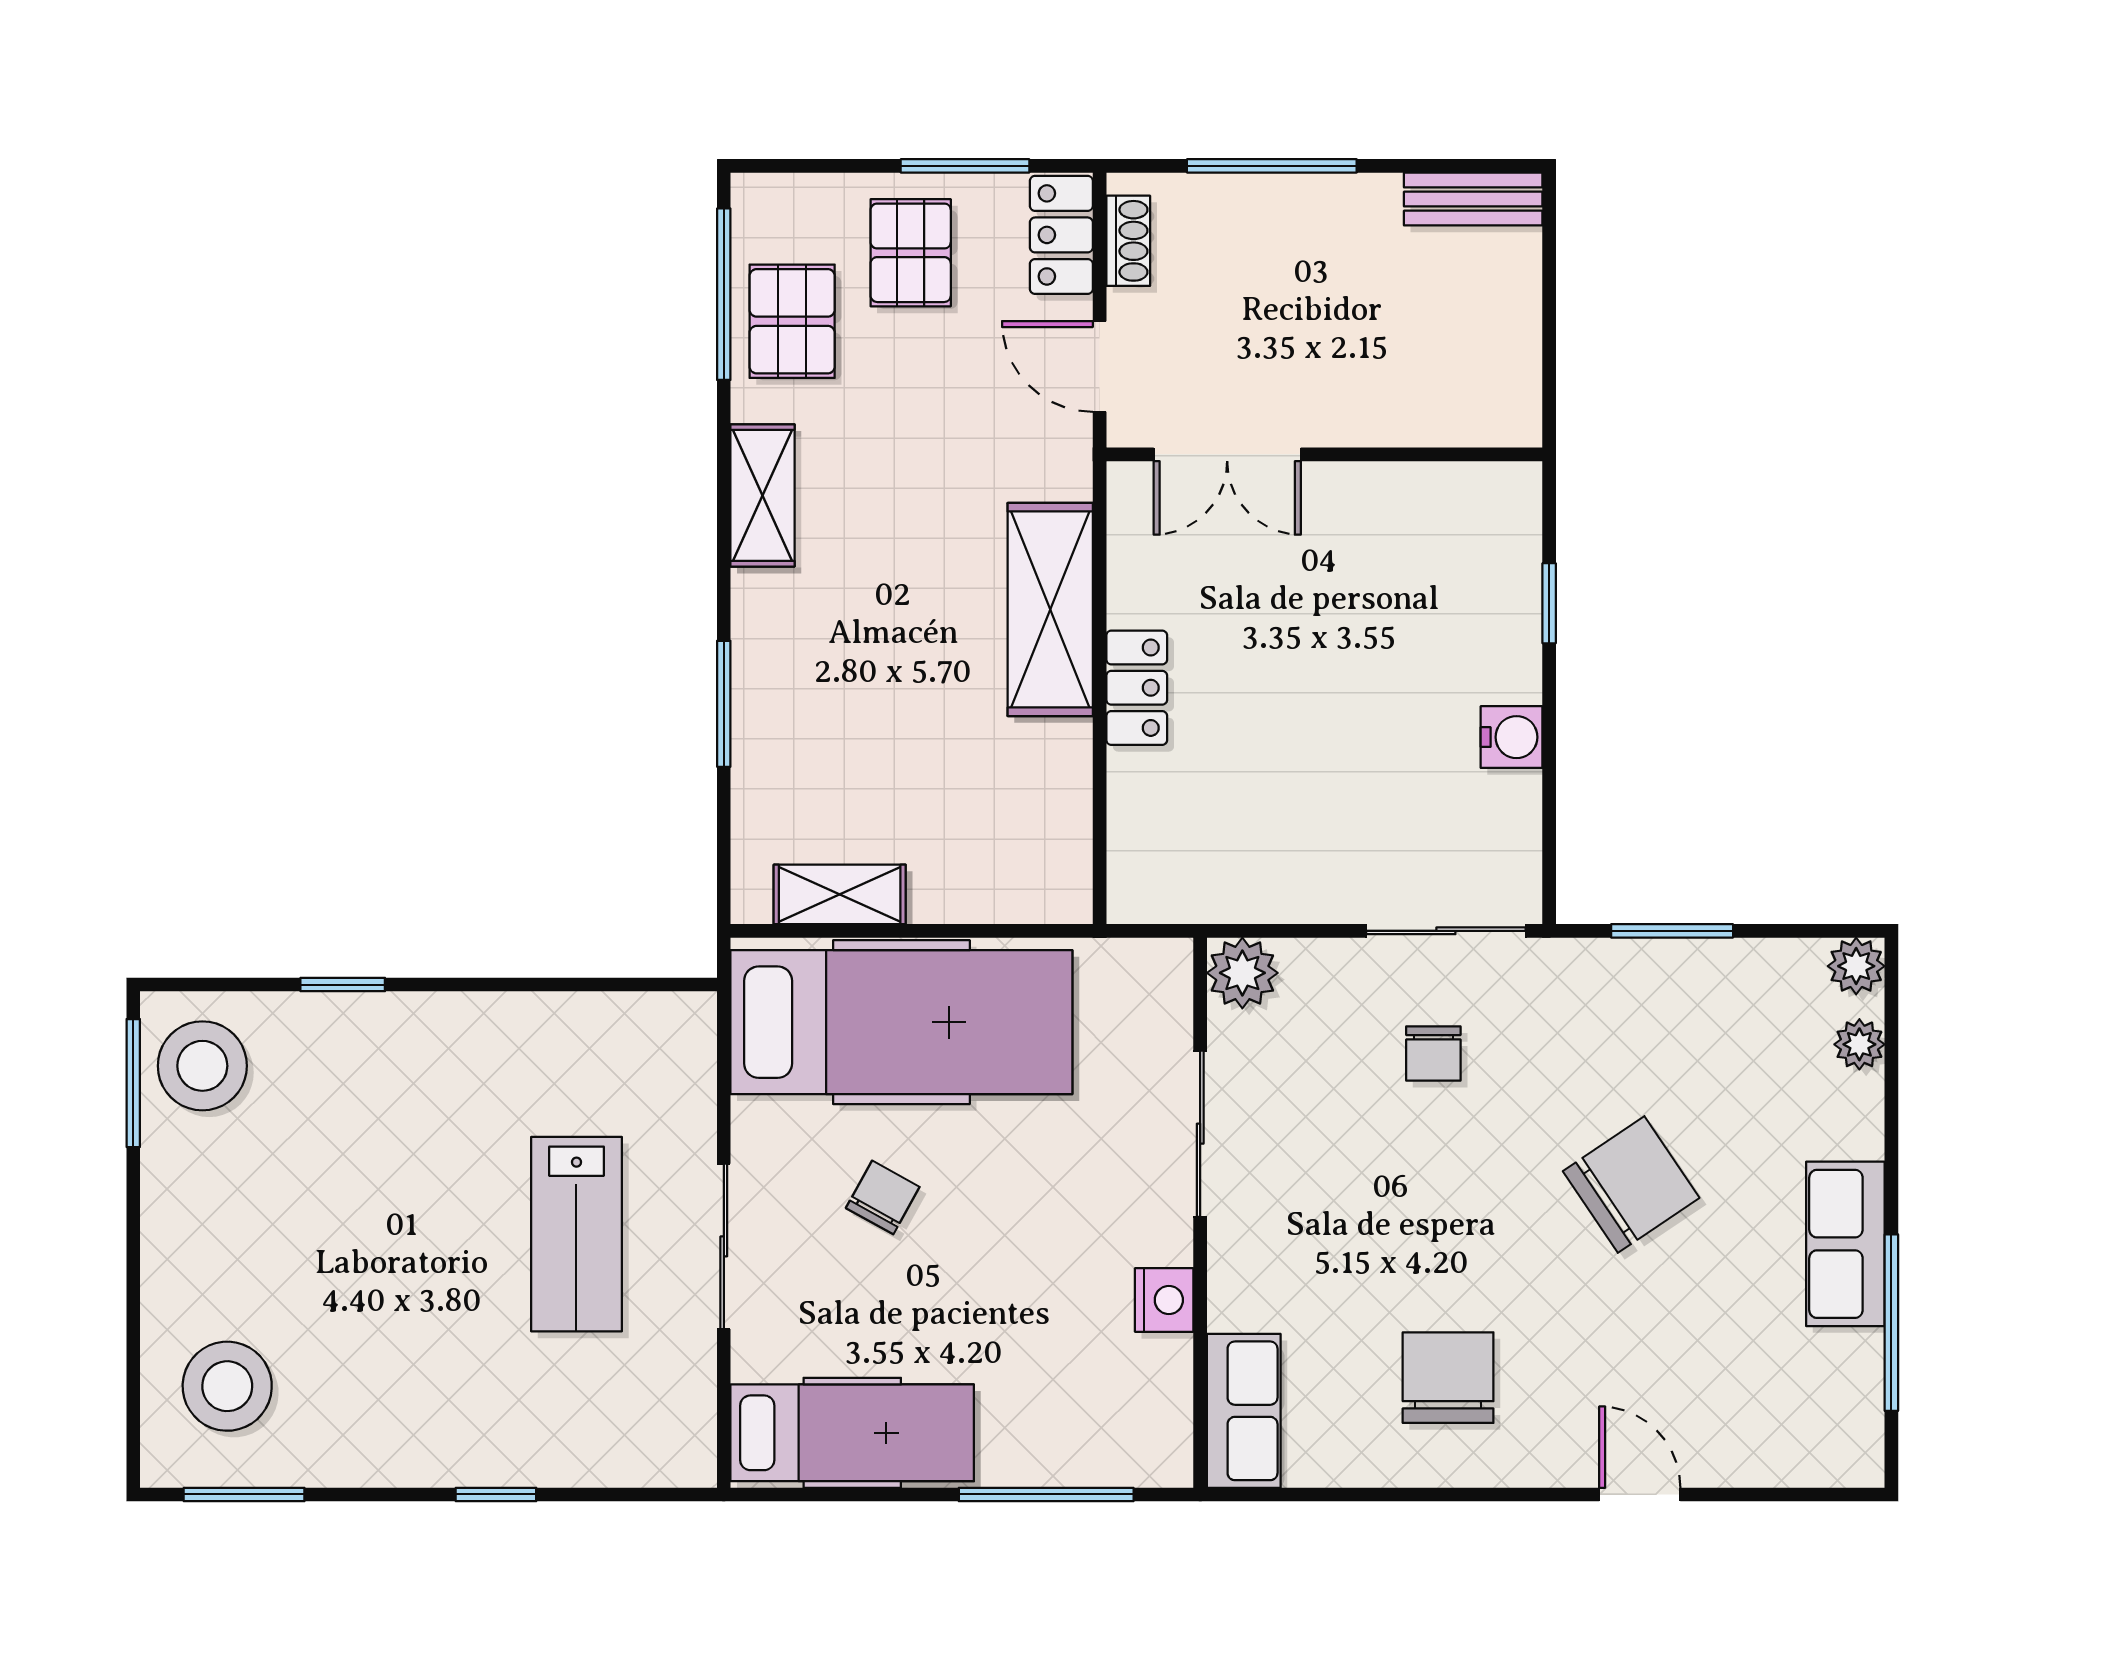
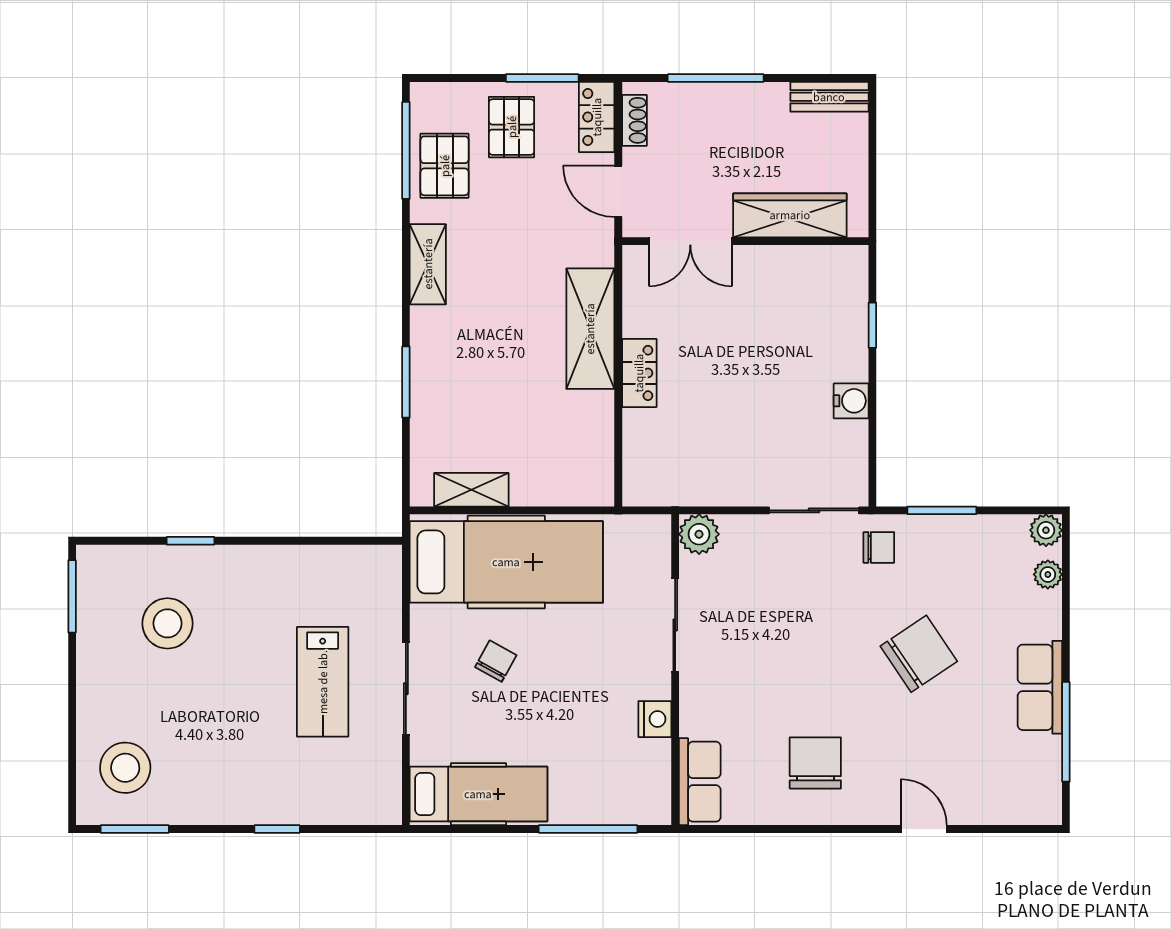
wardrobe: (1403, 409) -> (790, 215), added
chair: (1433, 1054) -> (879, 547), moved, turned -90
stool: (202, 1066) -> (167, 623), moved

